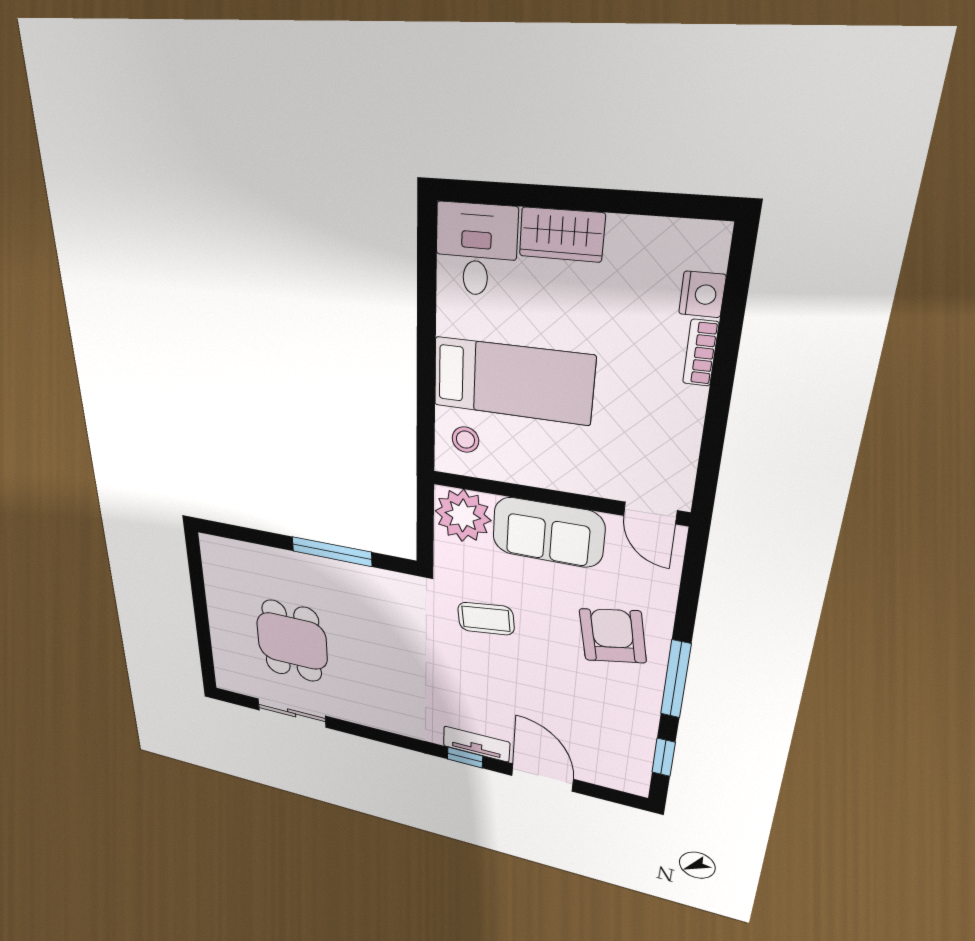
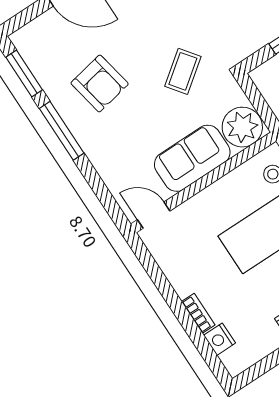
coffee table: (486, 619) -> (183, 71), turned -30
armchair: (613, 636) -> (100, 83), moved
window: (664, 757) -> (24, 74), width x1.50

